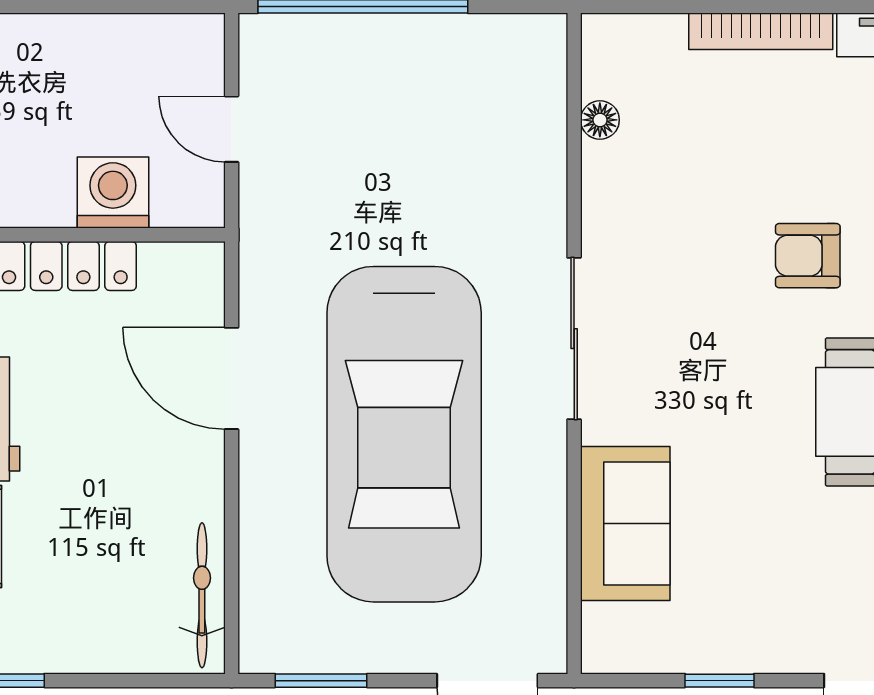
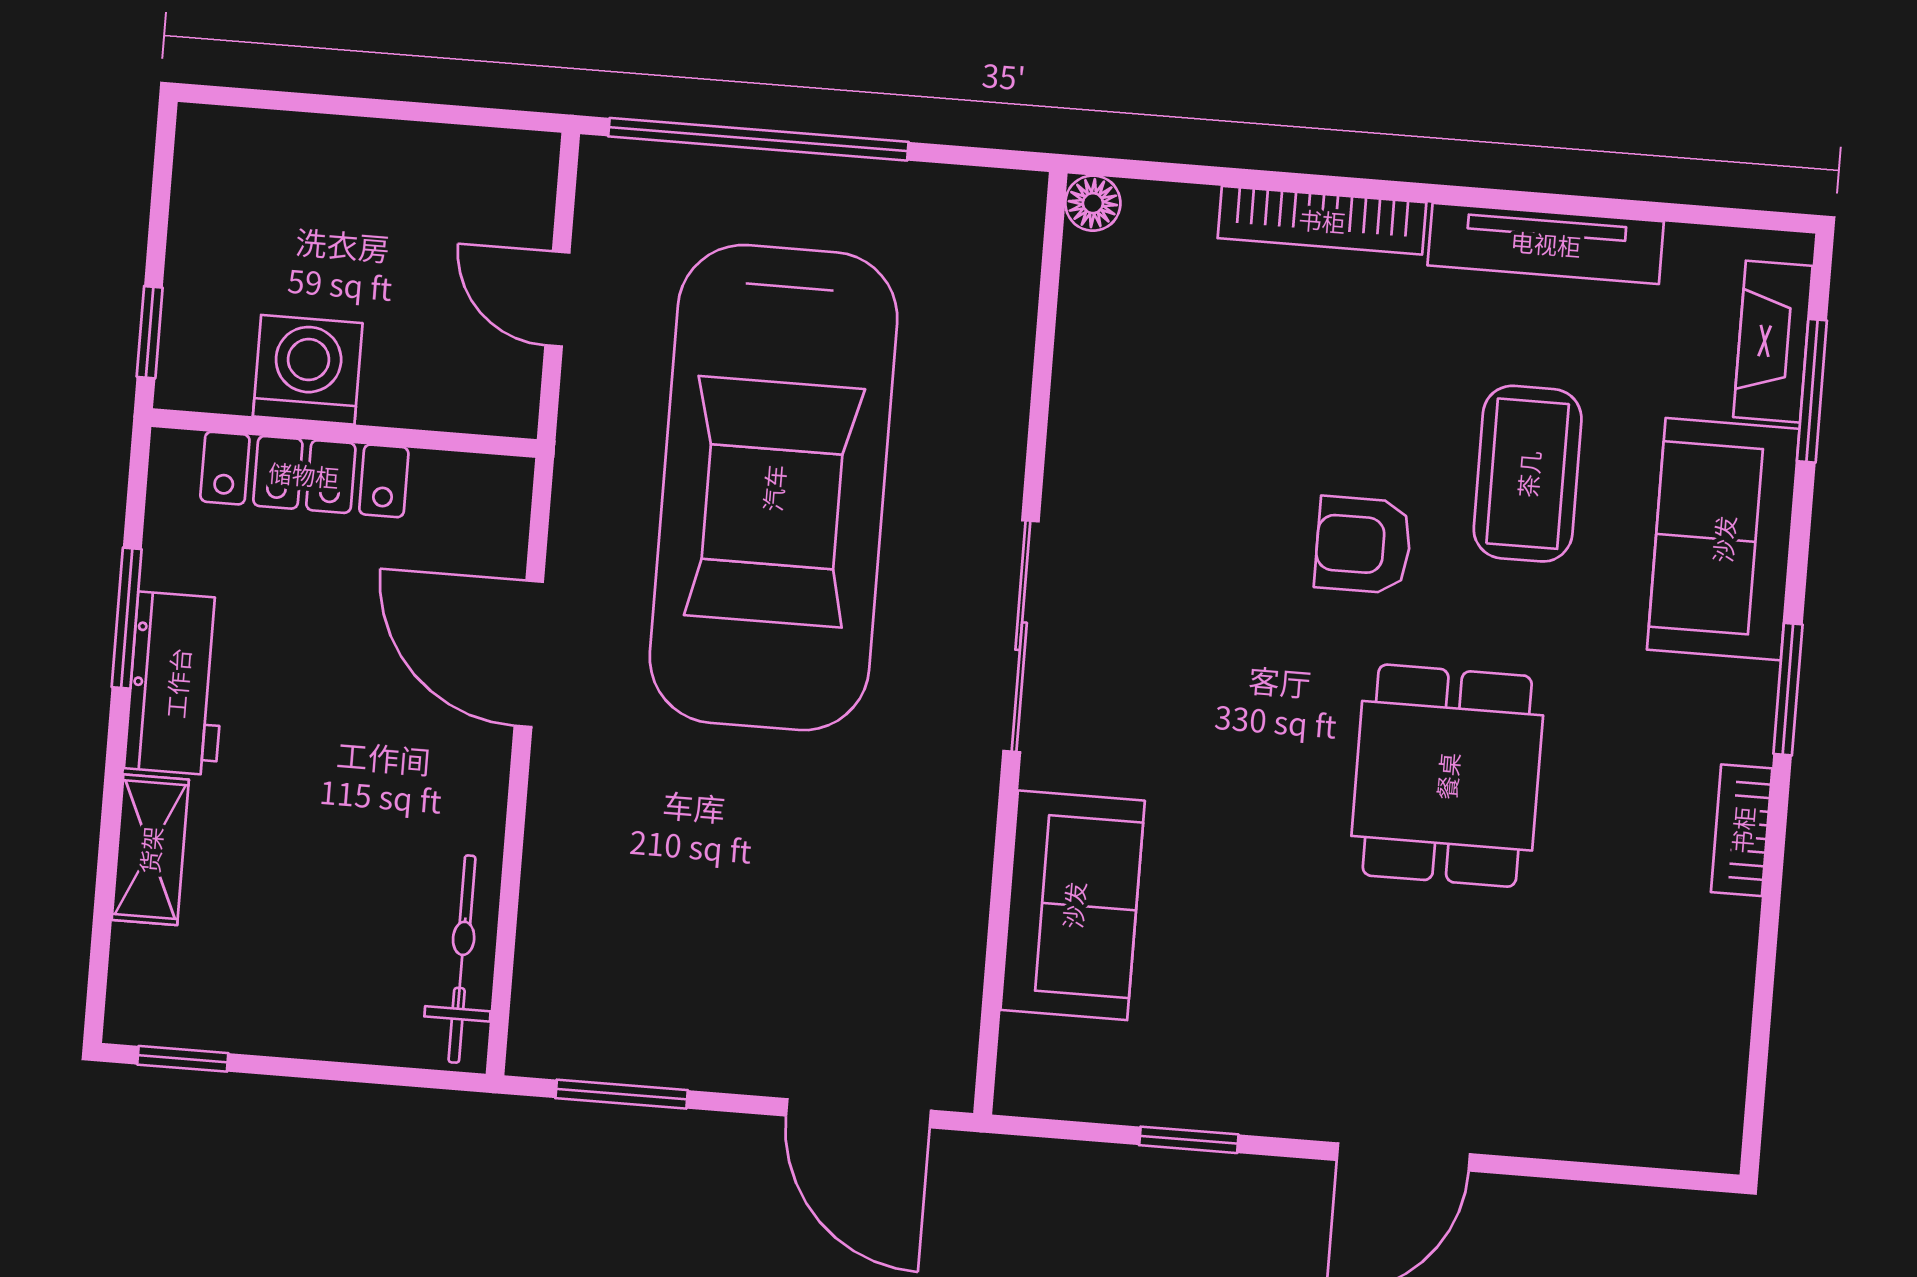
floor lamp: (600, 120) -> (1093, 203), moved
washing machine: (113, 193) -> (308, 370), moved
car: (404, 434) -> (773, 488), moved

